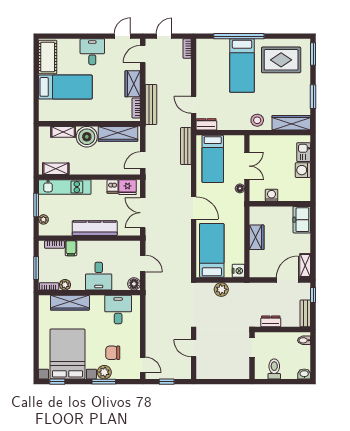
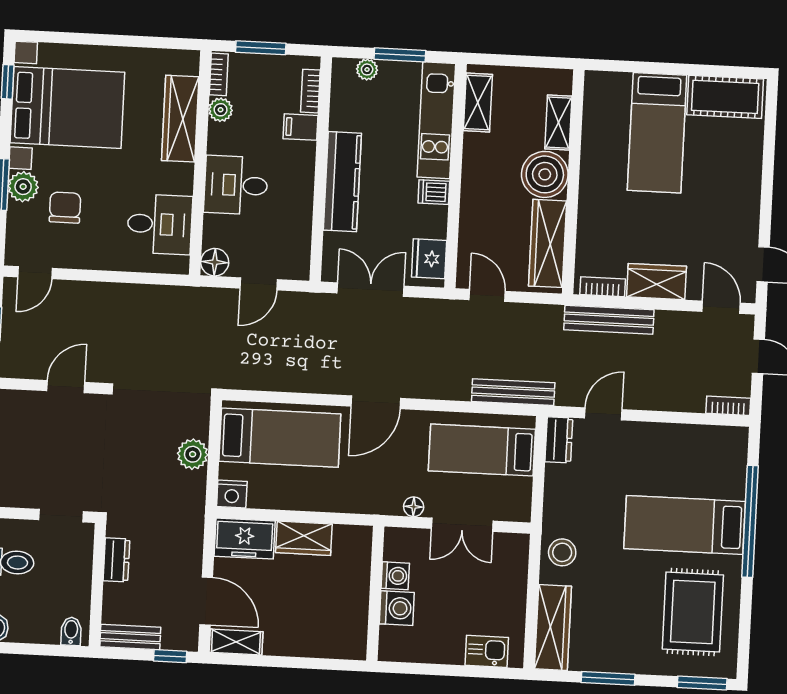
desk: (92, 52) -> (732, 196), removed
washing machine: (303, 170) -> (397, 608), moved, turned 90
dishwasher: (112, 186) -> (434, 192), moved
freezer: (302, 220) -> (245, 539), moved, turned 180

